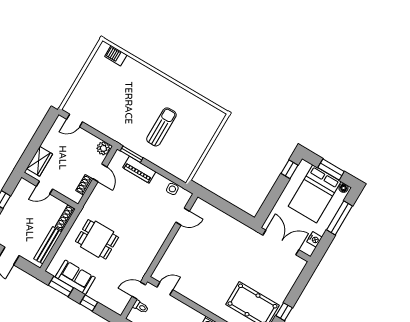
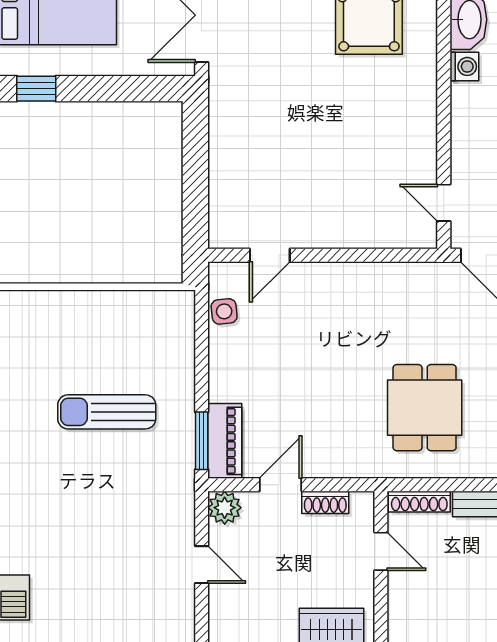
door: (75, 120) -> (202, 565), moved
piano: (139, 170) -> (225, 441), moved
door: (45, 188) -> (381, 551), moved
door: (183, 217) -> (270, 255), swing flipped

